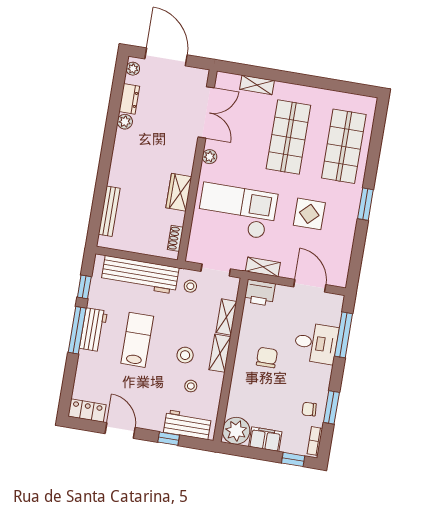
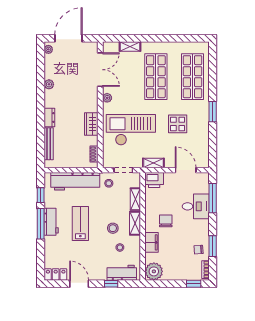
door: (166, 57) -> (68, 38), hinge flipped
dresser: (129, 99) -> (49, 117), moved
filing cabinet: (265, 439) -> (152, 242), moved, turned 90

